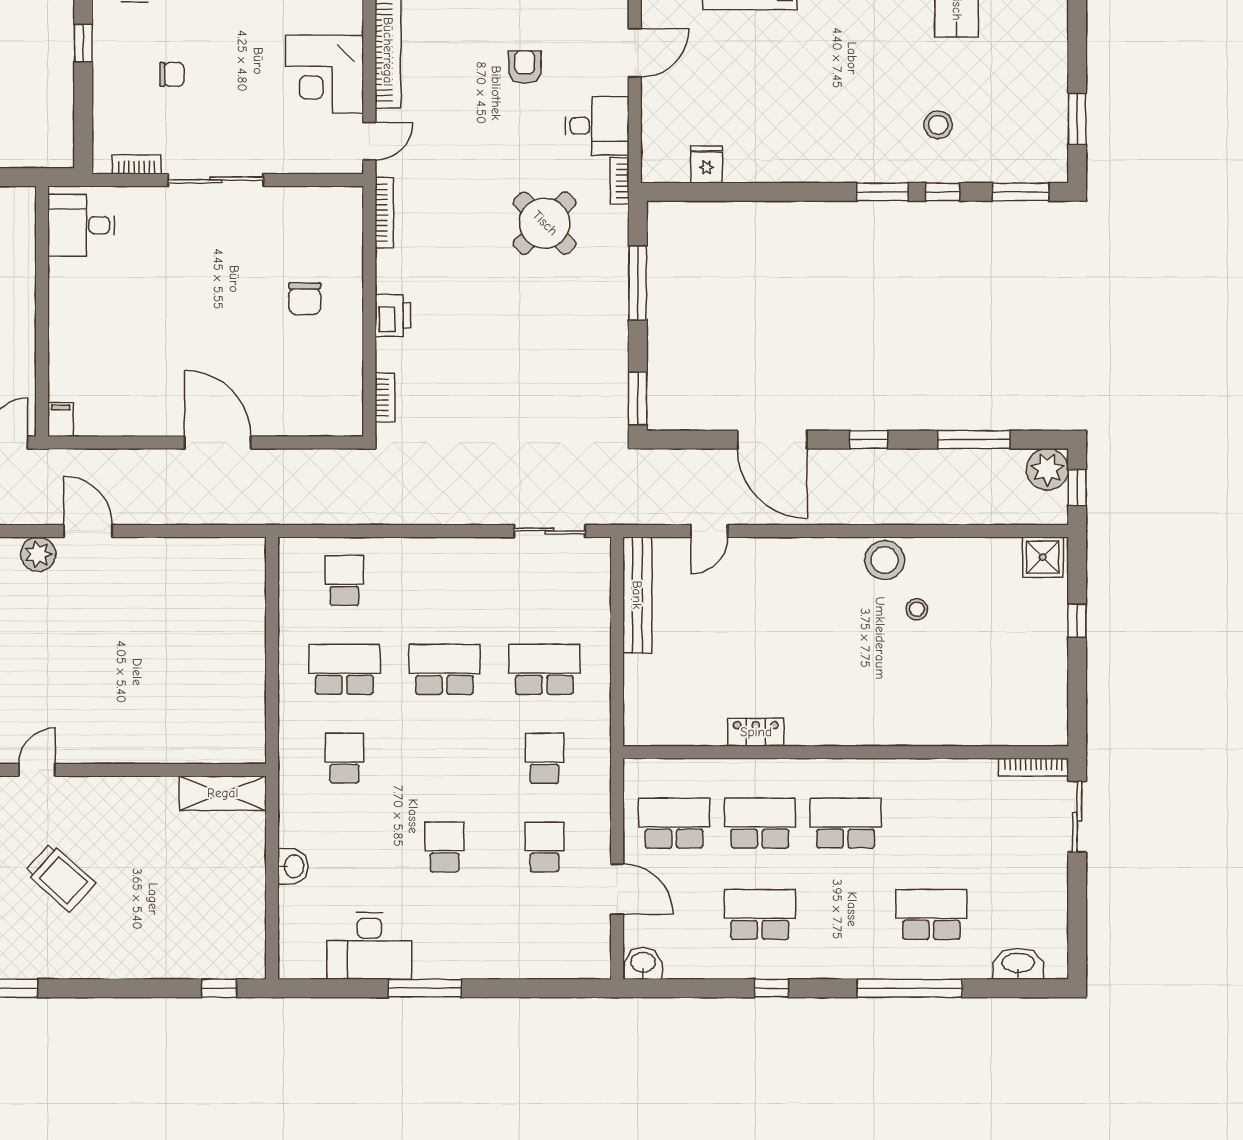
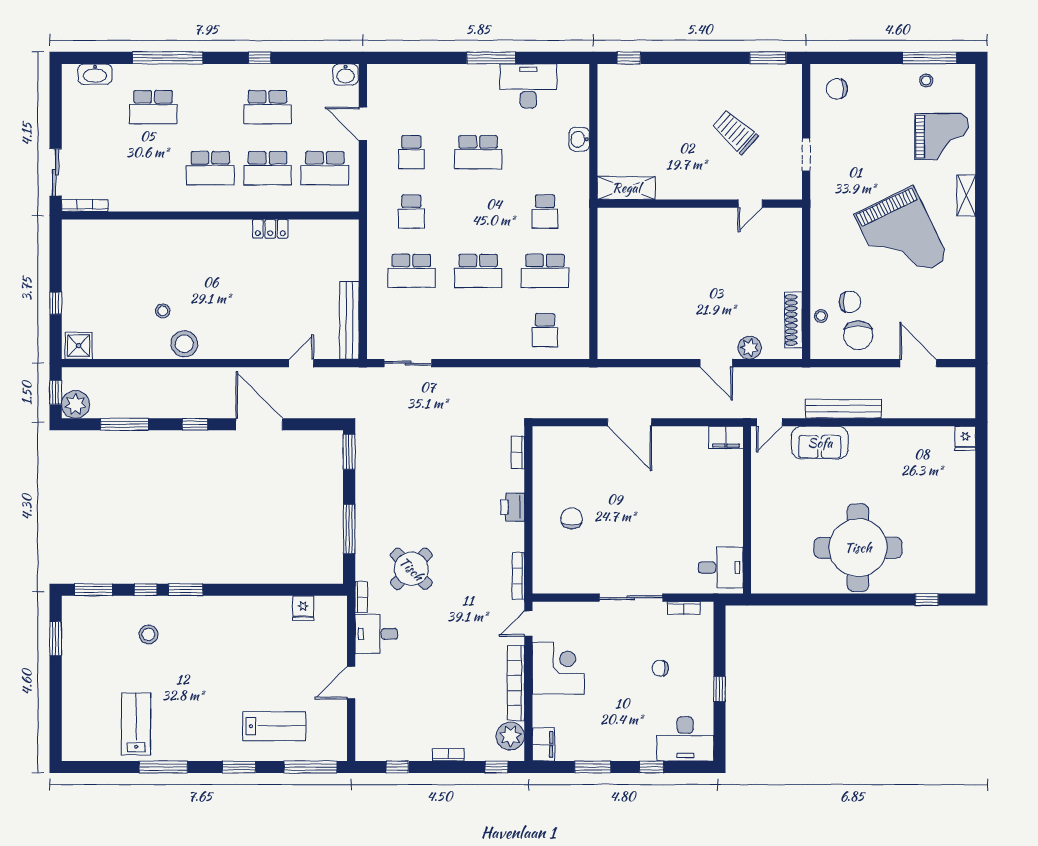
armchair: (525, 67) -> (425, 673), removed
filing cabinet: (61, 420) -> (726, 438), width x2.00
school desk: (444, 847) -> (478, 152), width x1.85

